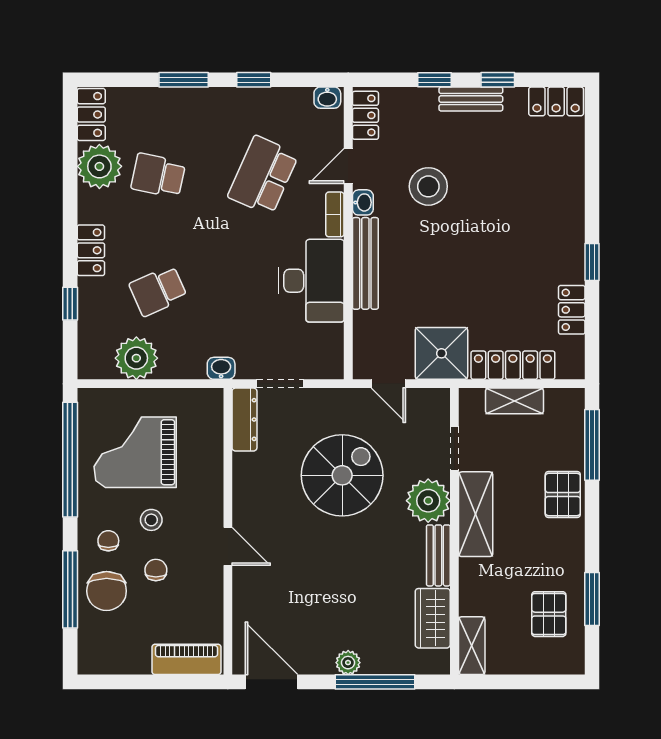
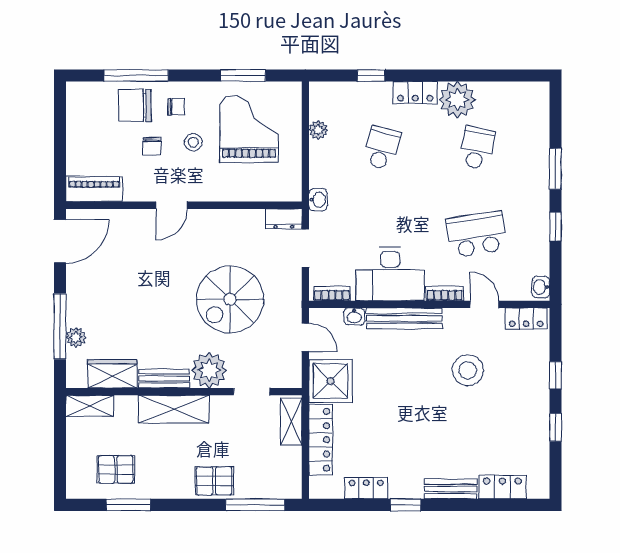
bench: (471, 99) -> (451, 489), moved, turned 90
locker: (556, 101) -> (502, 487), moved, turned 90
locker: (91, 114) -> (527, 93), removed
plant: (99, 166) -> (457, 100), moved
school desk: (263, 176) -> (477, 234), turned -33
washbasin: (363, 202) -> (354, 316), moved
school desk: (158, 291) -> (382, 148), turned 39
bookcase: (335, 351) -> (332, 293), added
plant: (136, 358) -> (318, 130), width x0.53, depth x0.53
door: (388, 384) -> (305, 337), swing flipped
shelving: (515, 401) -> (291, 422), moved
dresser: (244, 420) -> (284, 219), width x0.70
window: (70, 460) -> (243, 75), width x0.47
spiral stairs: (342, 475) -> (230, 299), turned 90
shelving: (476, 514) -> (174, 409), moved
chair: (156, 570) -> (152, 146), turned 90
piano: (186, 659) -> (94, 189), moved, turned -90
plant: (348, 663) -> (76, 337), moved

